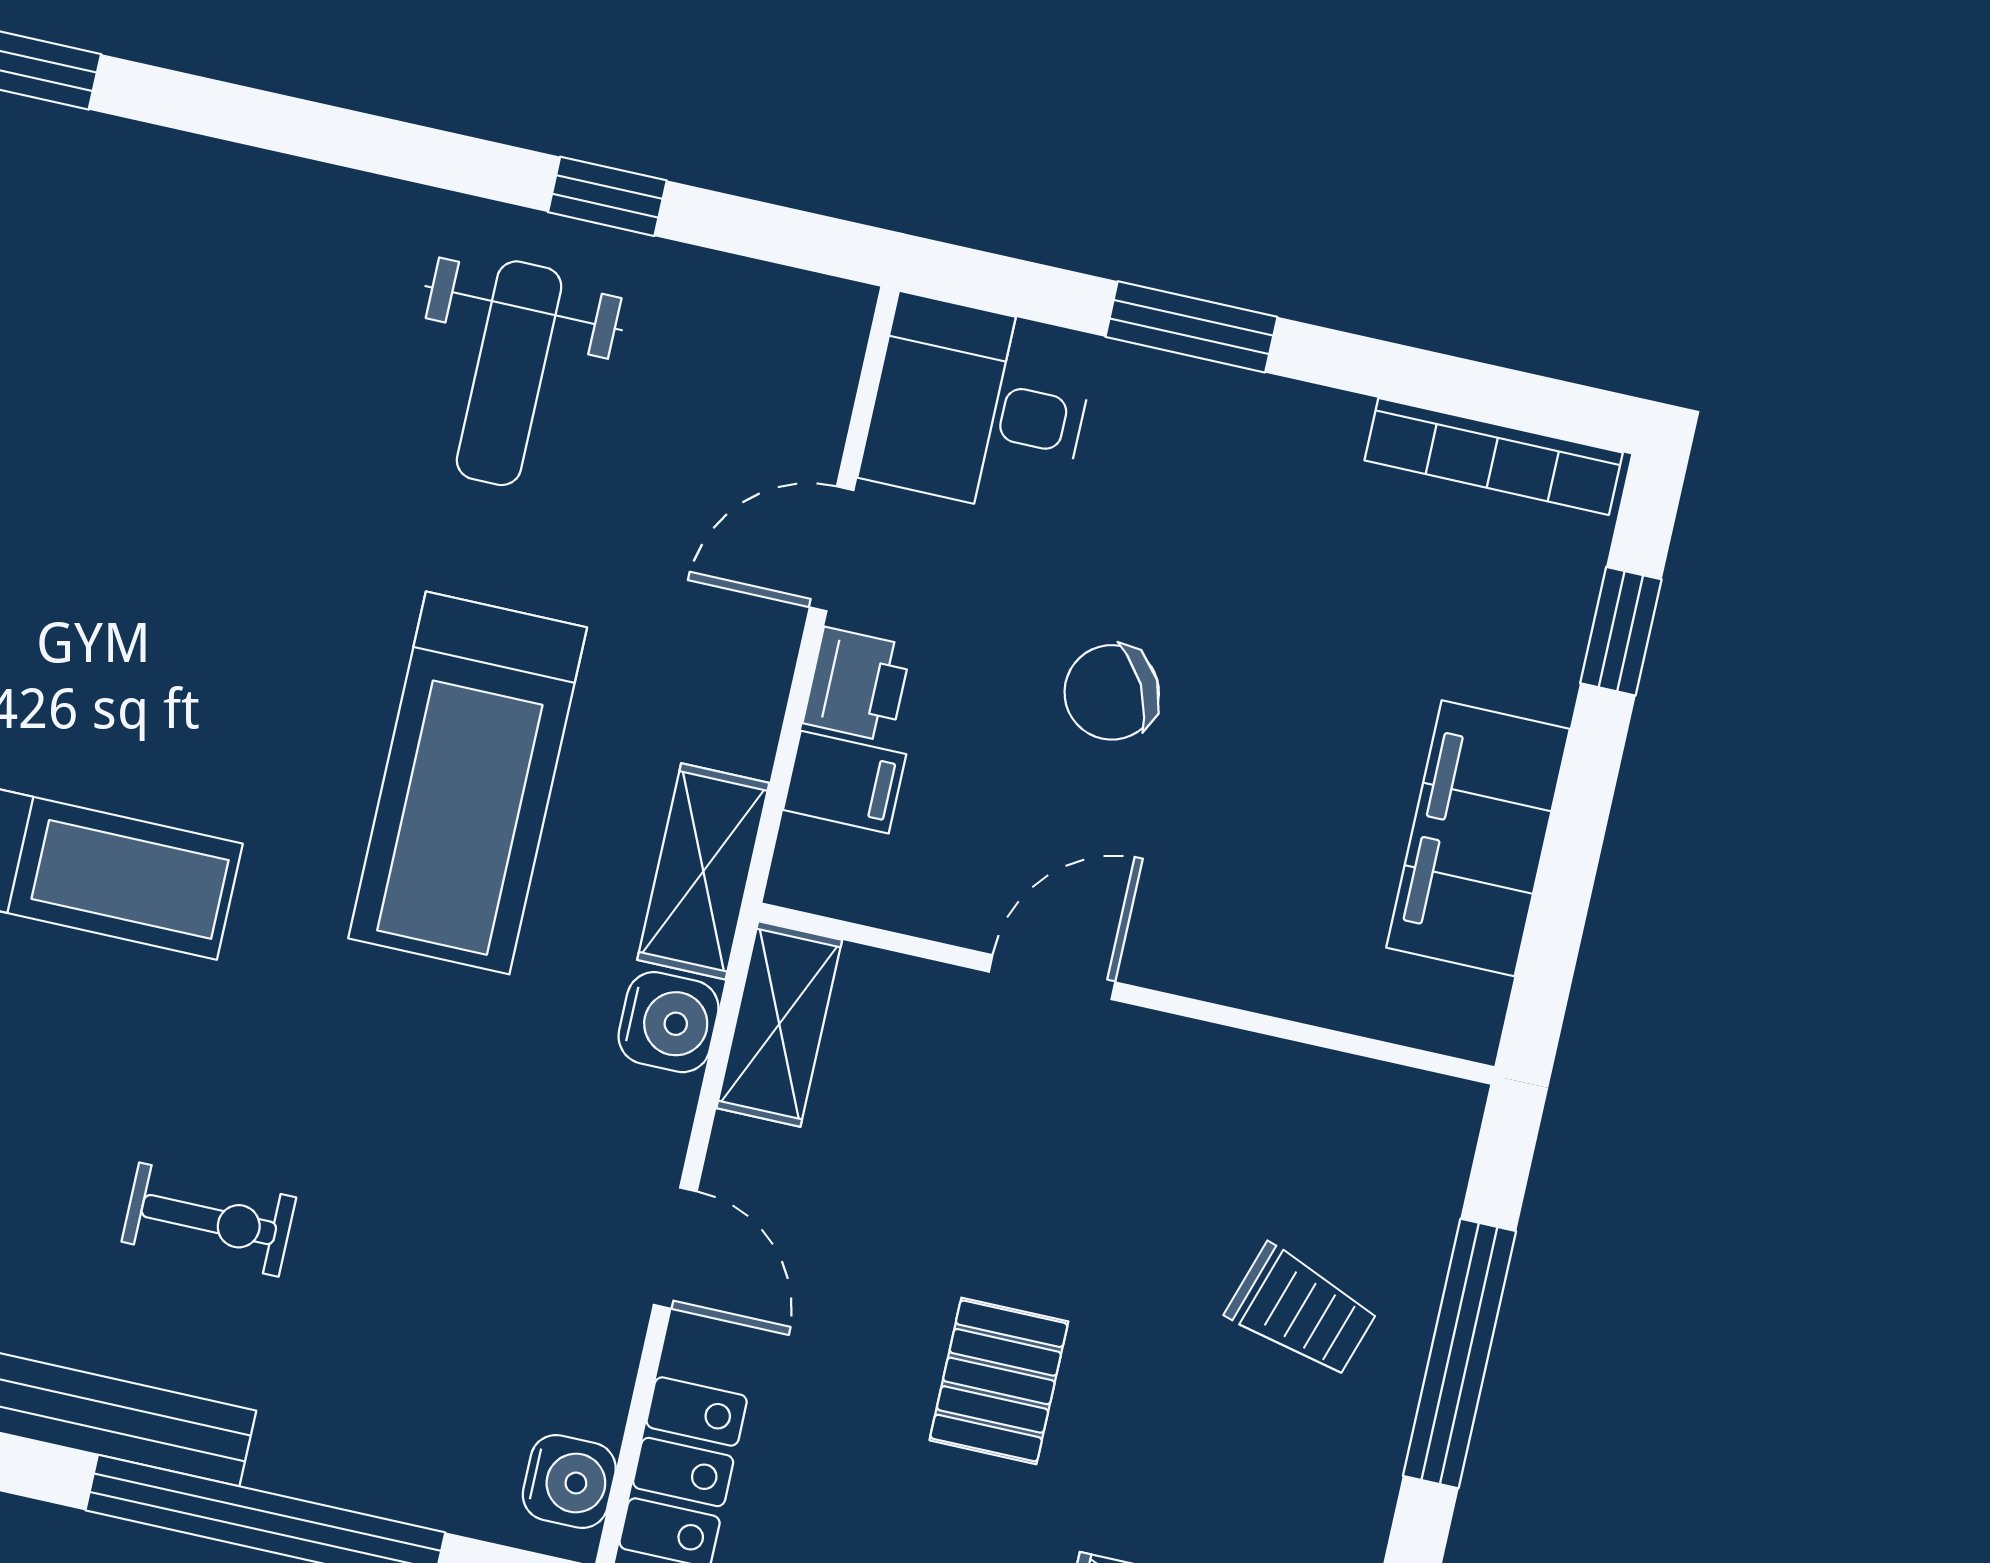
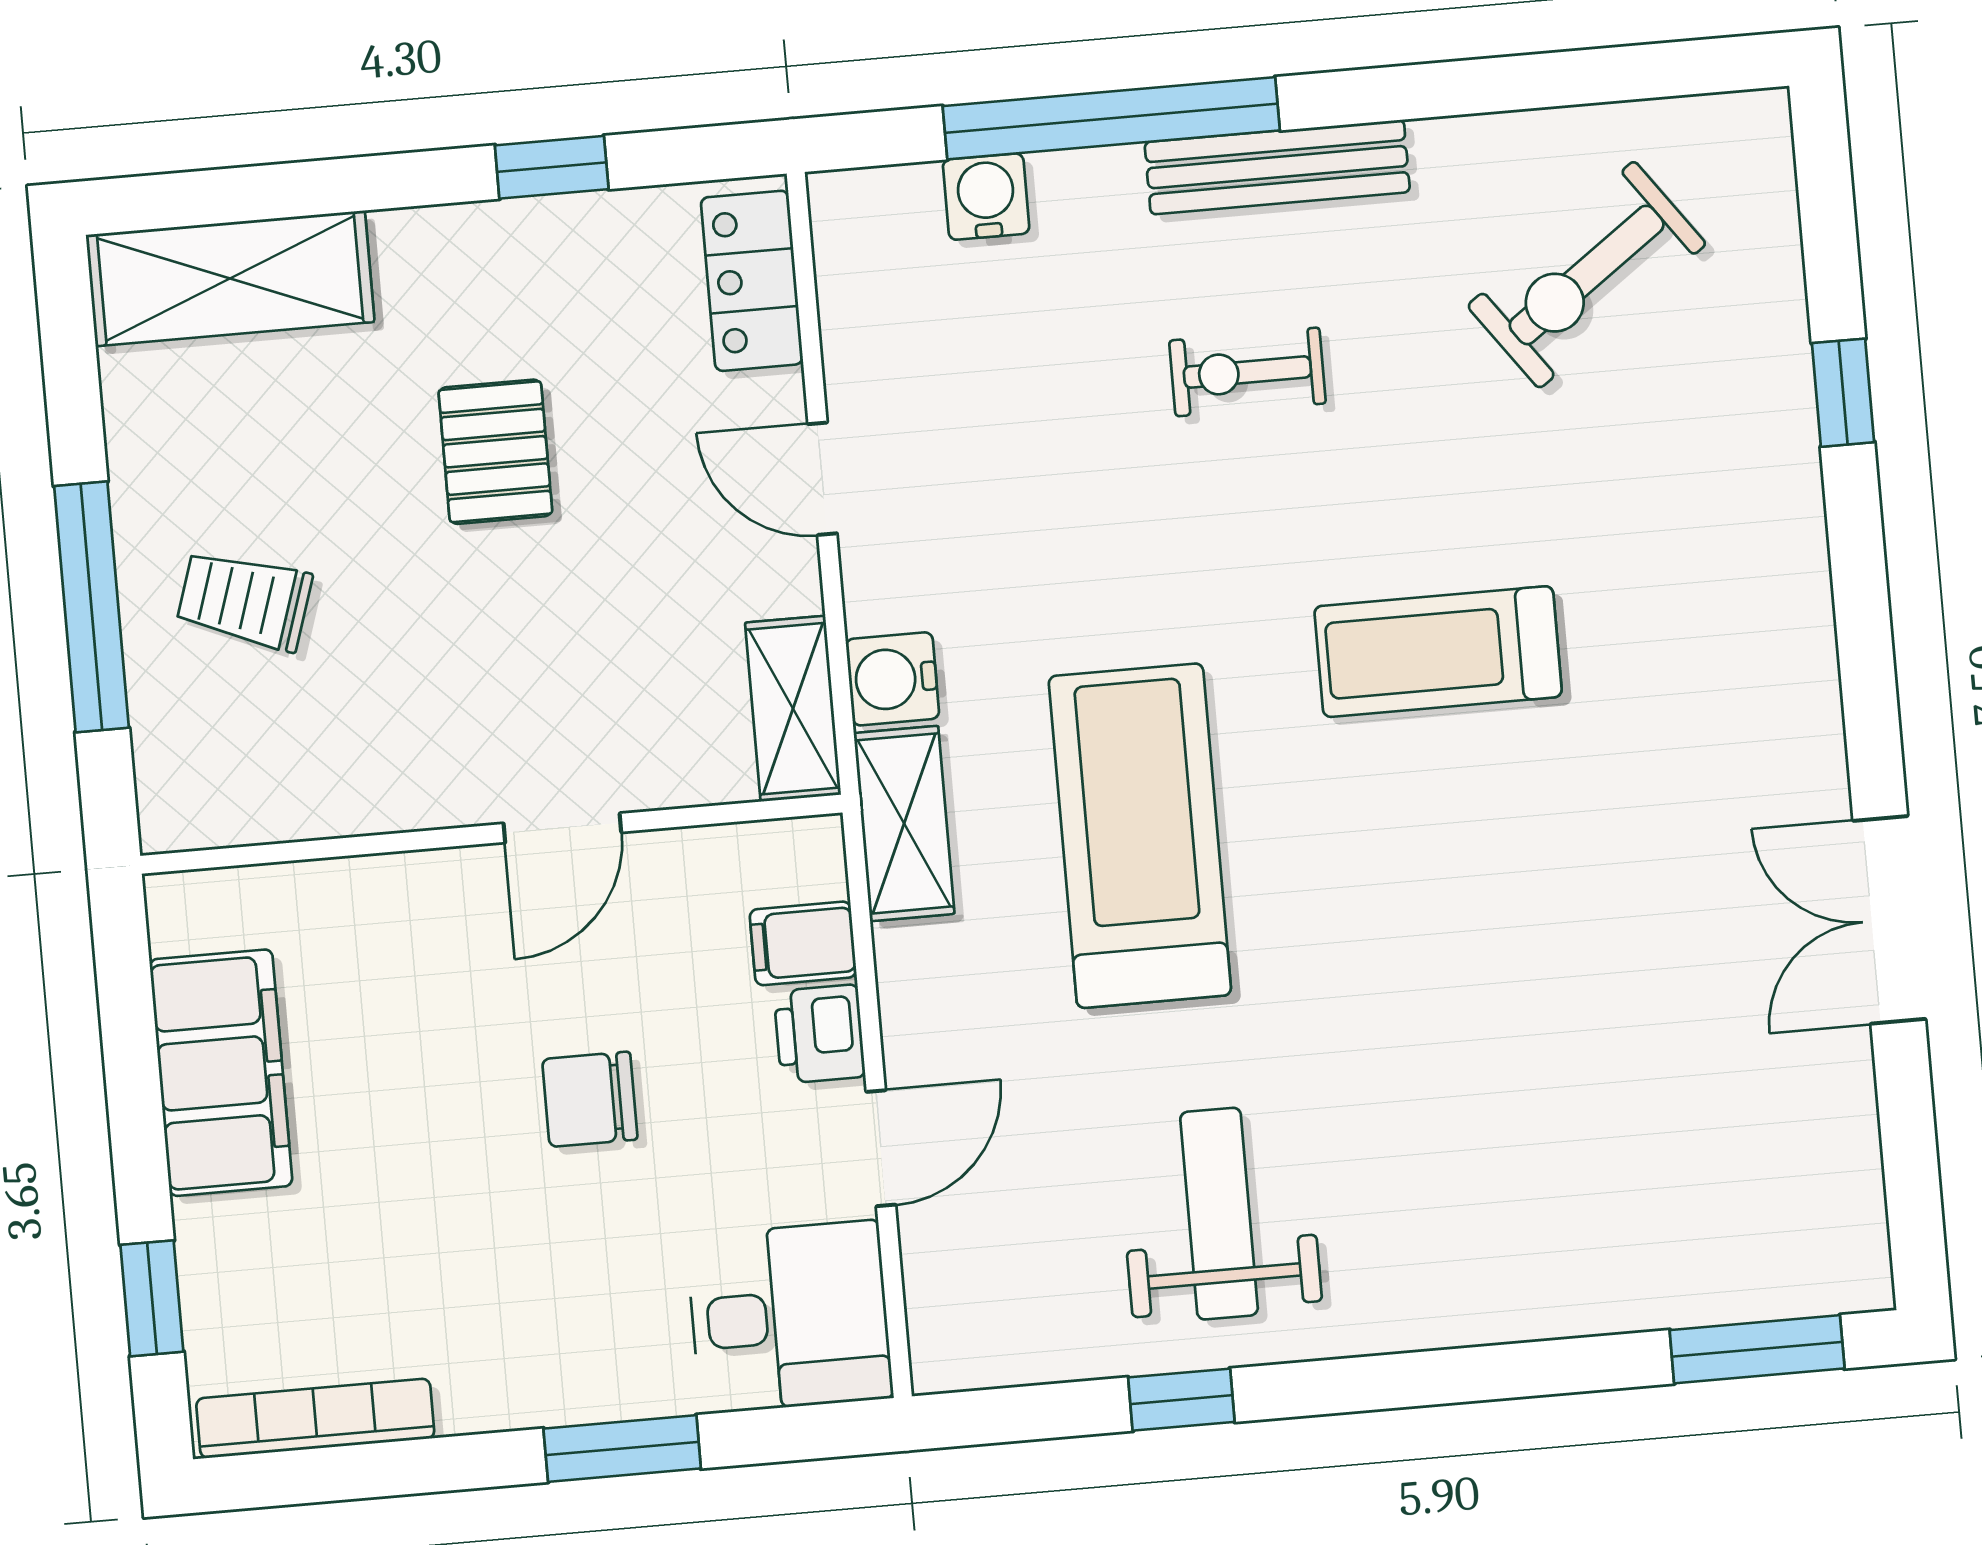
chair: (1112, 692) -> (590, 1099), turned -152
water cooler: (569, 1482) -> (986, 197), moved, turned 90

